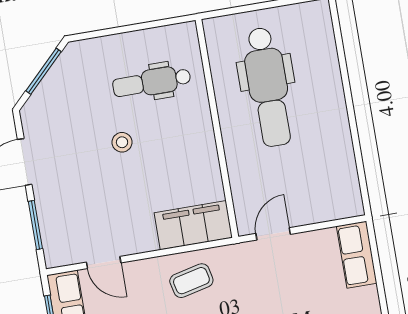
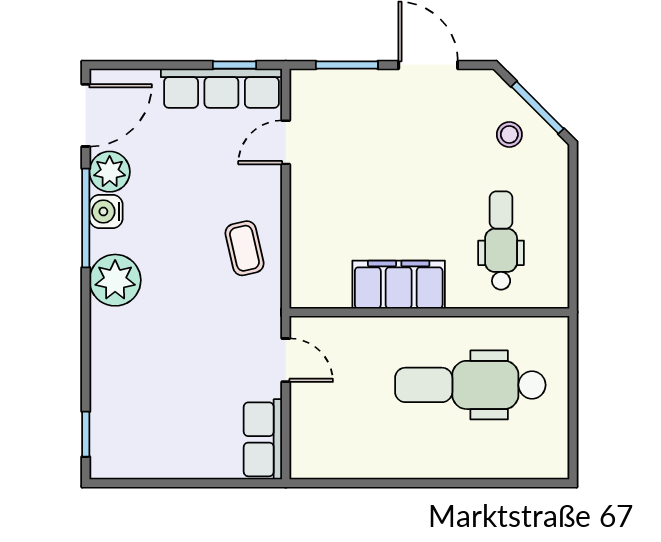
stool: (122, 142) -> (509, 134), moved
filing cabinet: (193, 225) -> (399, 285), moved, turned -90
row of seats: (357, 255) -> (263, 439), moved, turned -90

